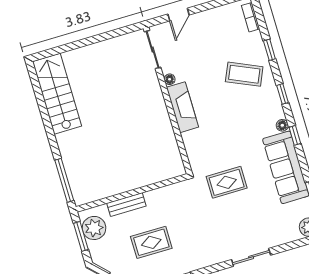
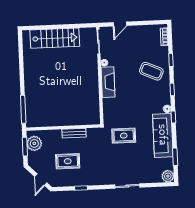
stairs: (57, 94) -> (55, 38), moved, turned 90
bench: (126, 205) -> (74, 133), moved

